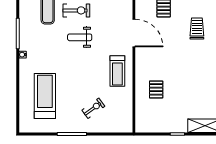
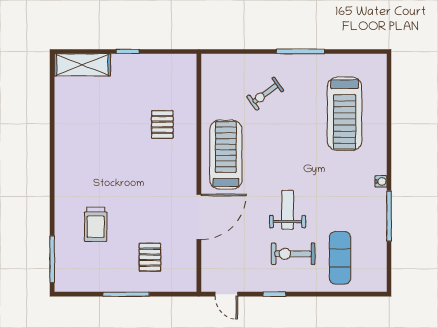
door: (134, 33) -> (199, 217), swing flipped
weight bench: (80, 37) -> (288, 210), turned -90
treadmill: (117, 71) -> (226, 155), width x1.37, depth x1.38

